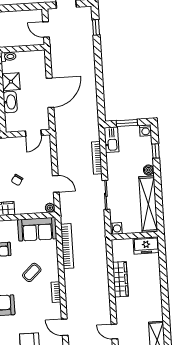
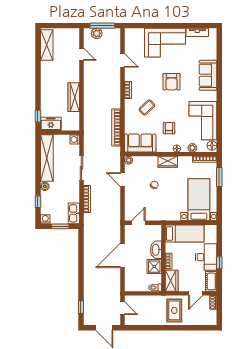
window: (162, 254) -> (38, 116), added

